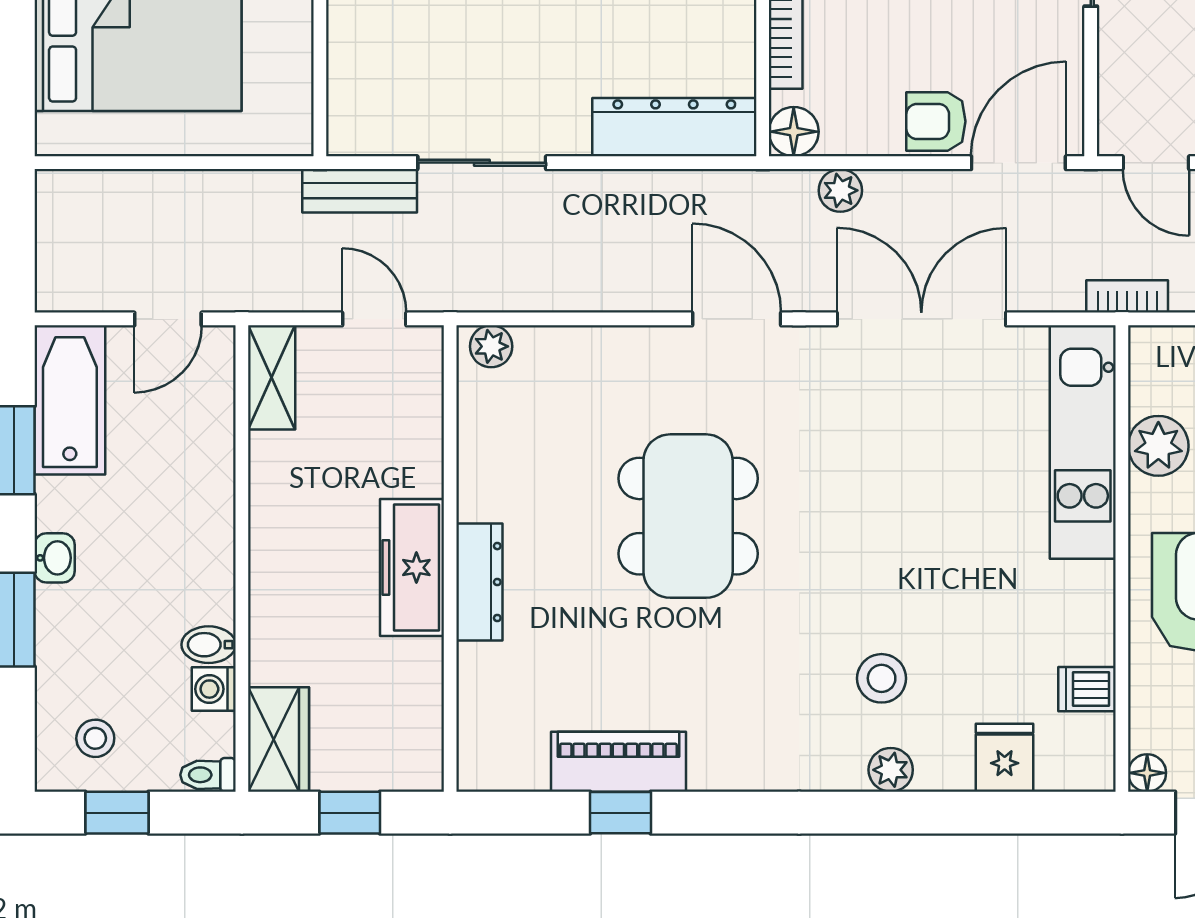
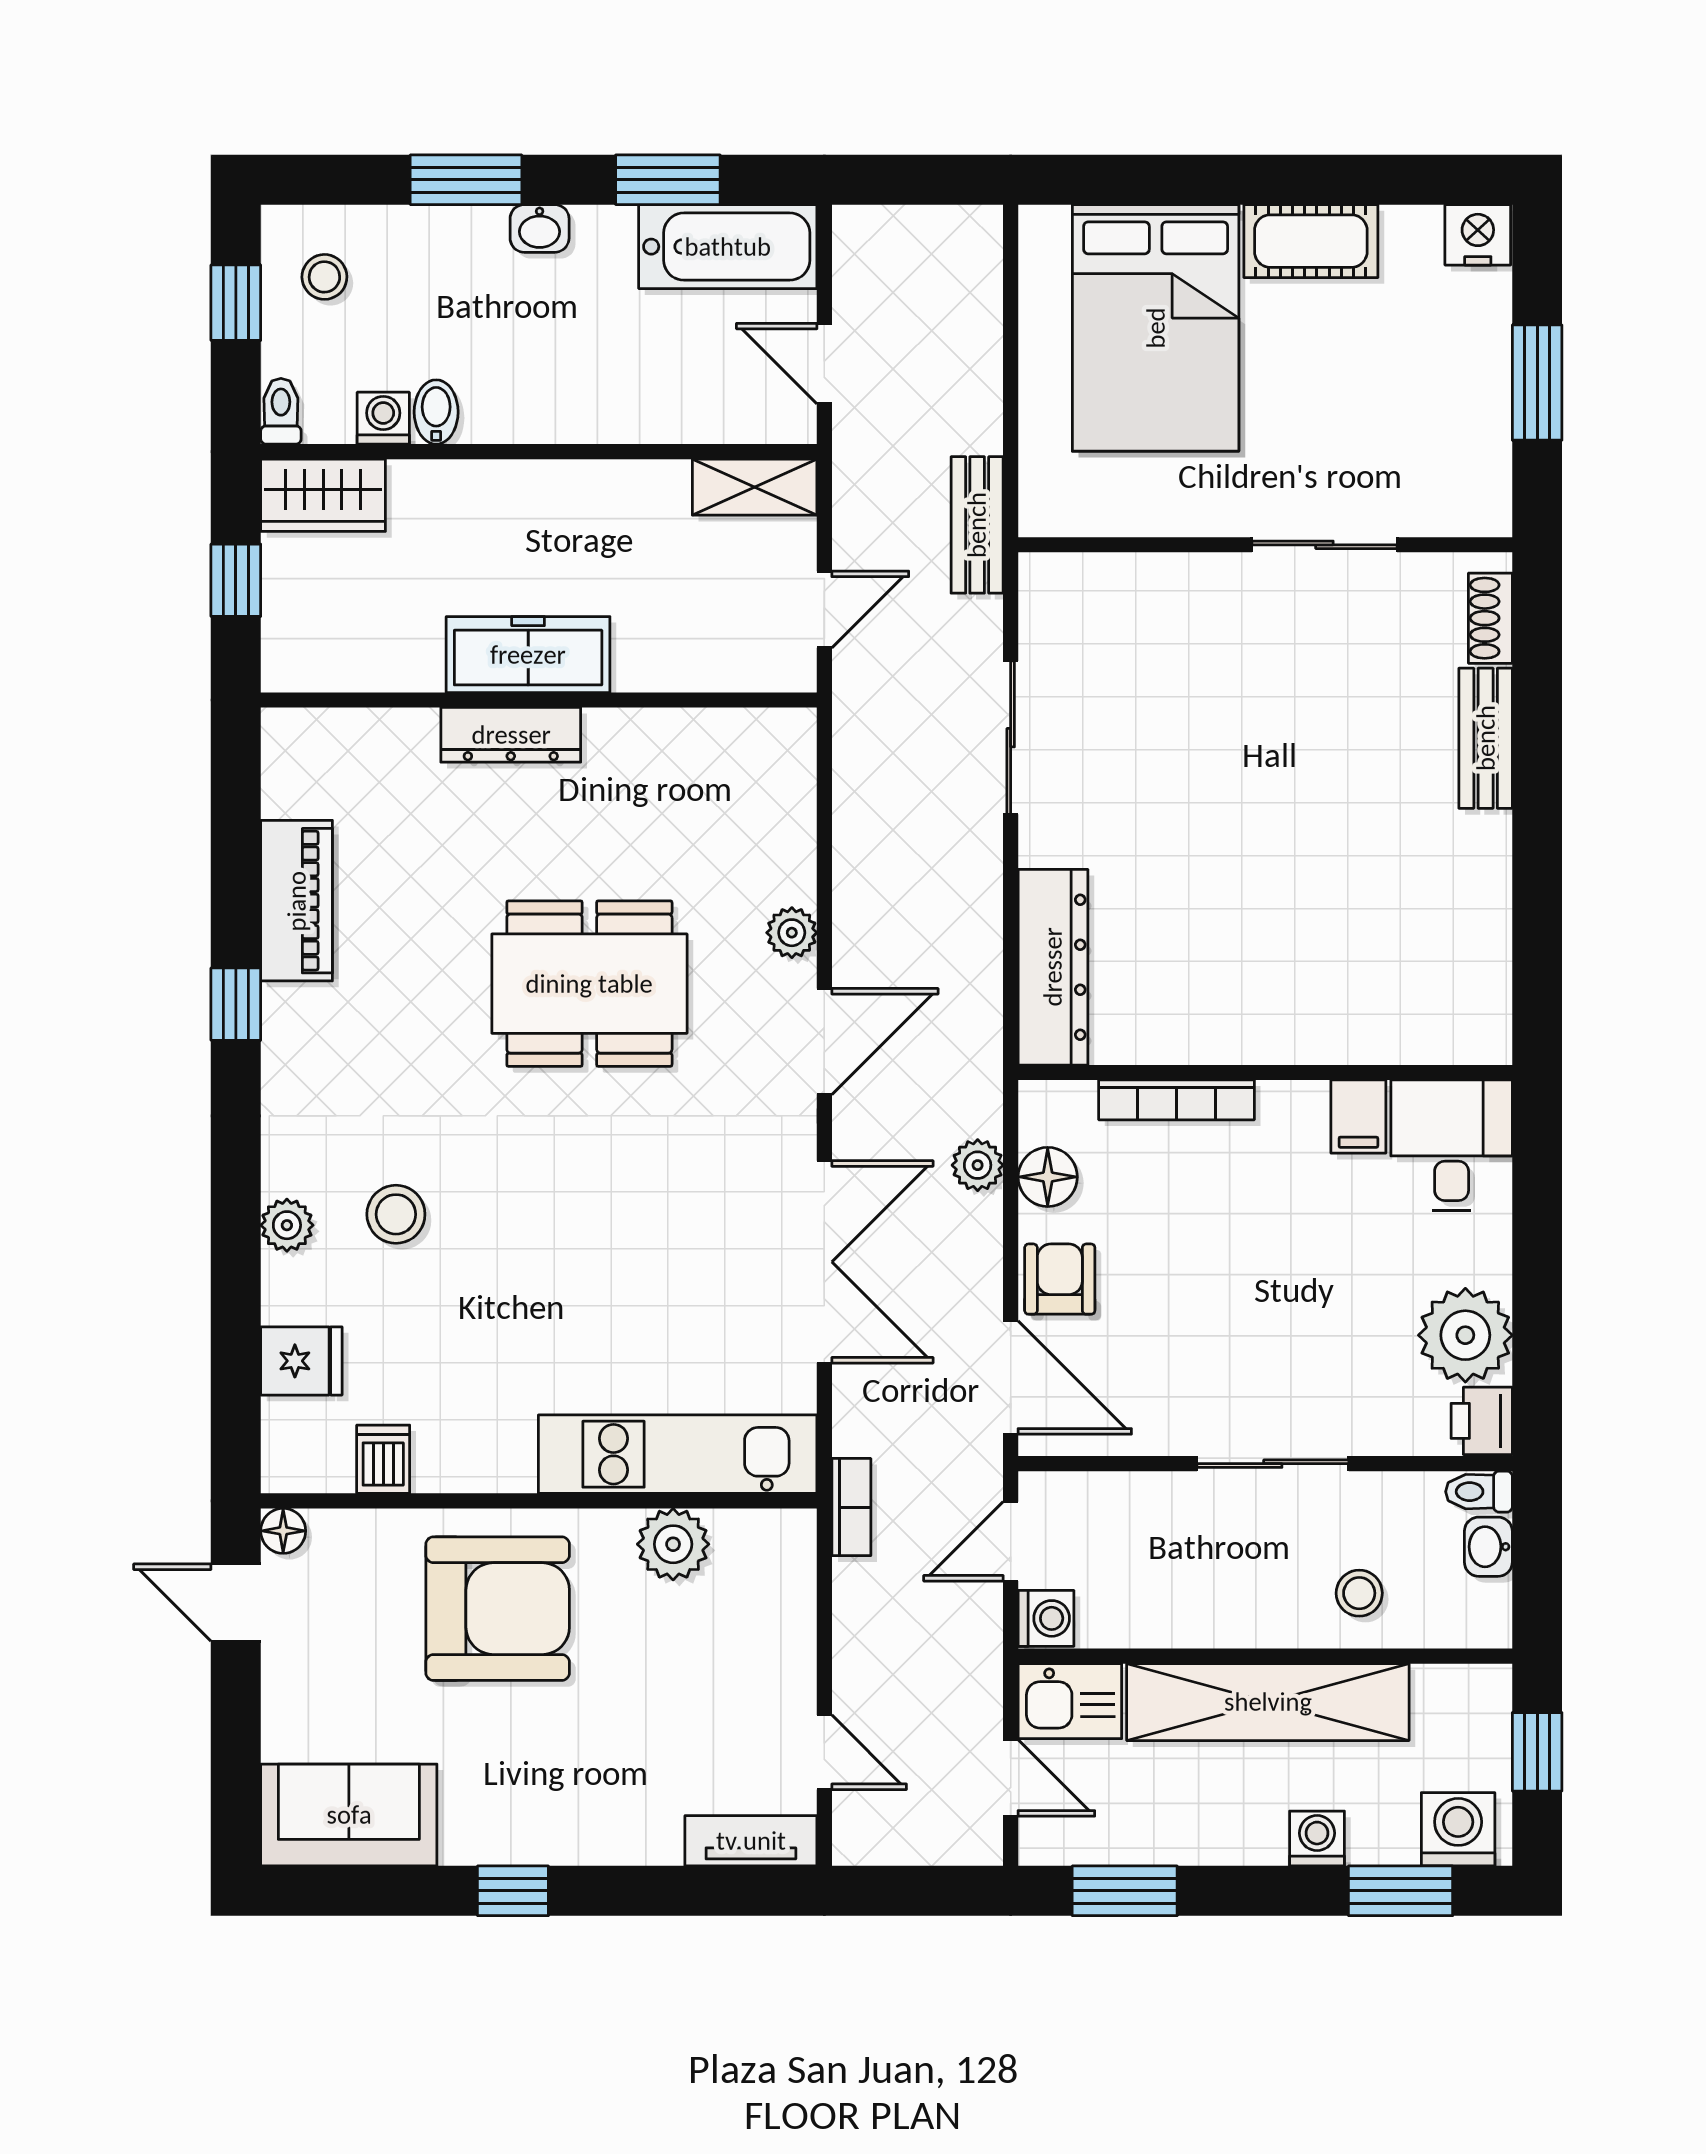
floor lamp: (794, 132) -> (1048, 1177), moved
bench: (360, 191) -> (977, 525), moved
plant: (491, 346) -> (792, 933), moved
window: (620, 813) -> (236, 1004), moved

